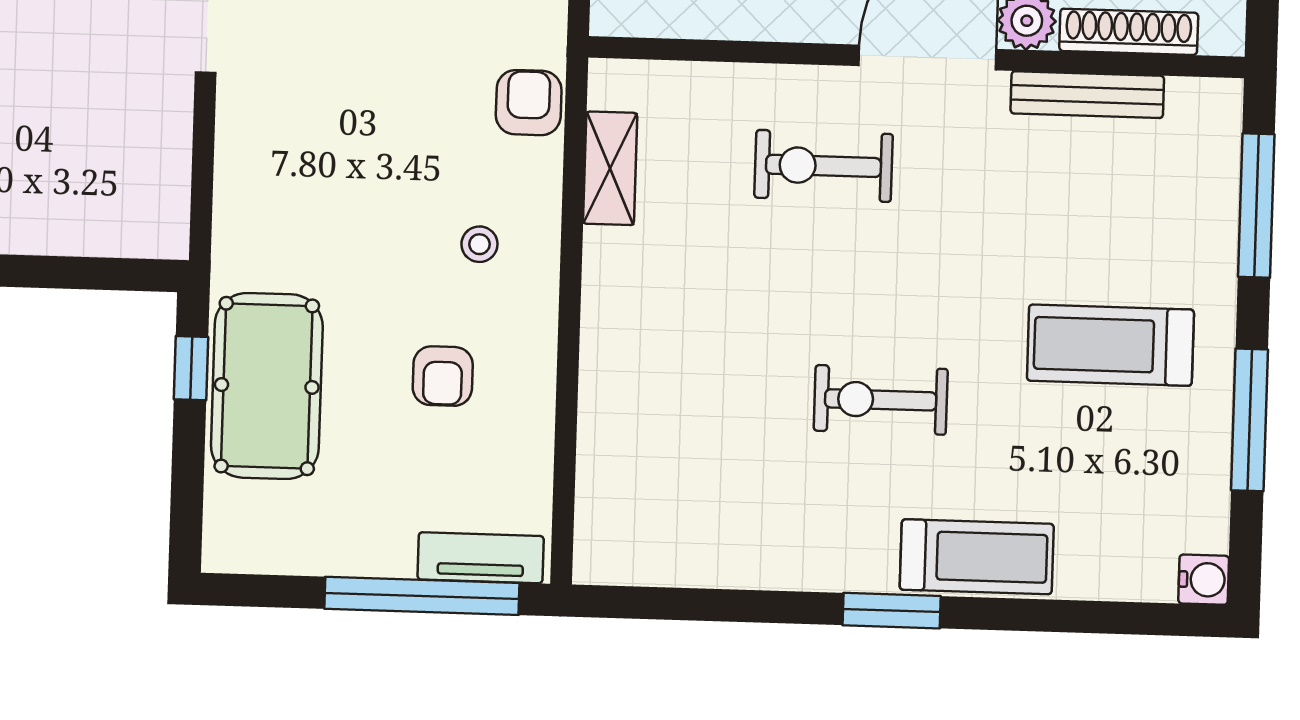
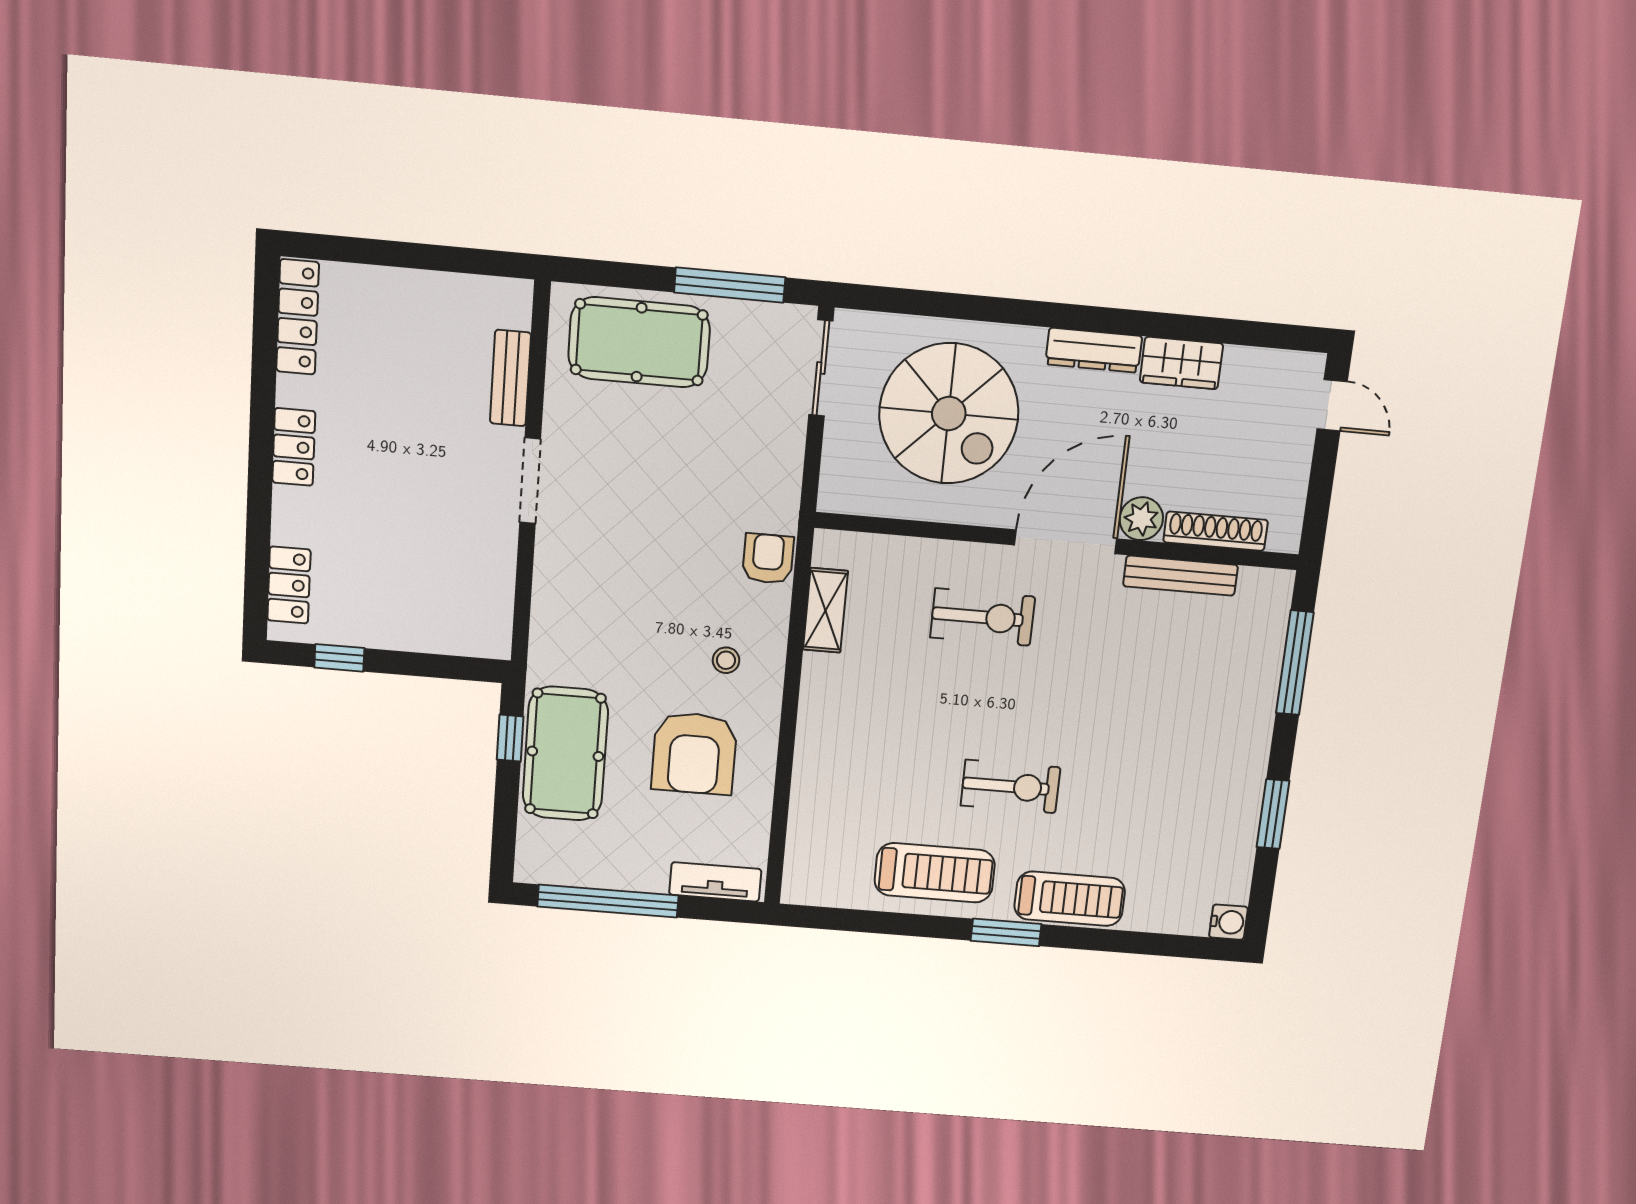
exercise bike: (824, 166) -> (983, 617), turned 180
treadmill: (1110, 345) -> (935, 873), moved, turned 180
armchair: (443, 376) -> (694, 753), width x1.88, depth x1.88
exercise bike: (881, 400) -> (1010, 786), turned 180
window: (1250, 420) -> (1273, 814), width x0.69
window: (422, 596) -> (608, 901), moved

